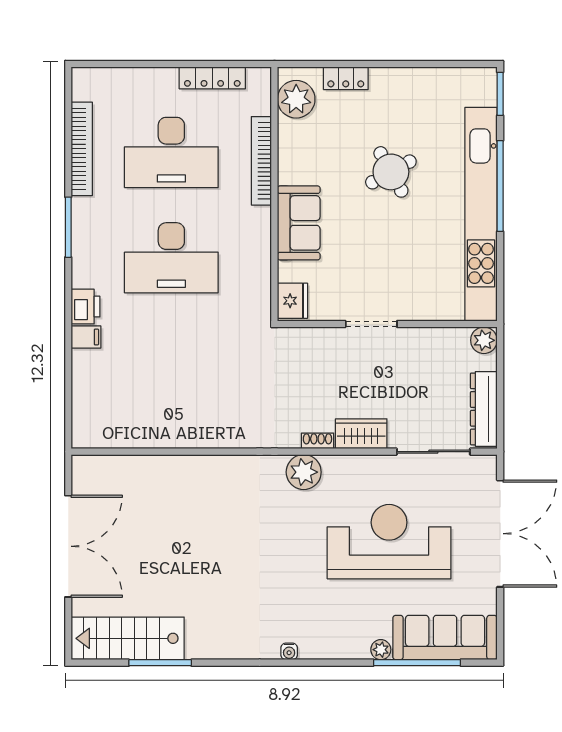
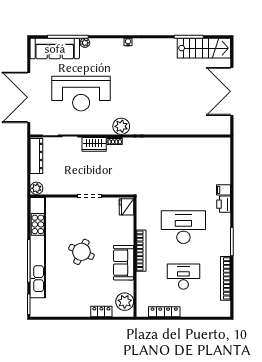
desk: (171, 152) -> (183, 277), width x0.73, depth x0.77
bookcase: (261, 161) -> (141, 251), moved
round table: (391, 172) -> (81, 252), moved, turned -37
sofa: (299, 223) -> (124, 263), moved

